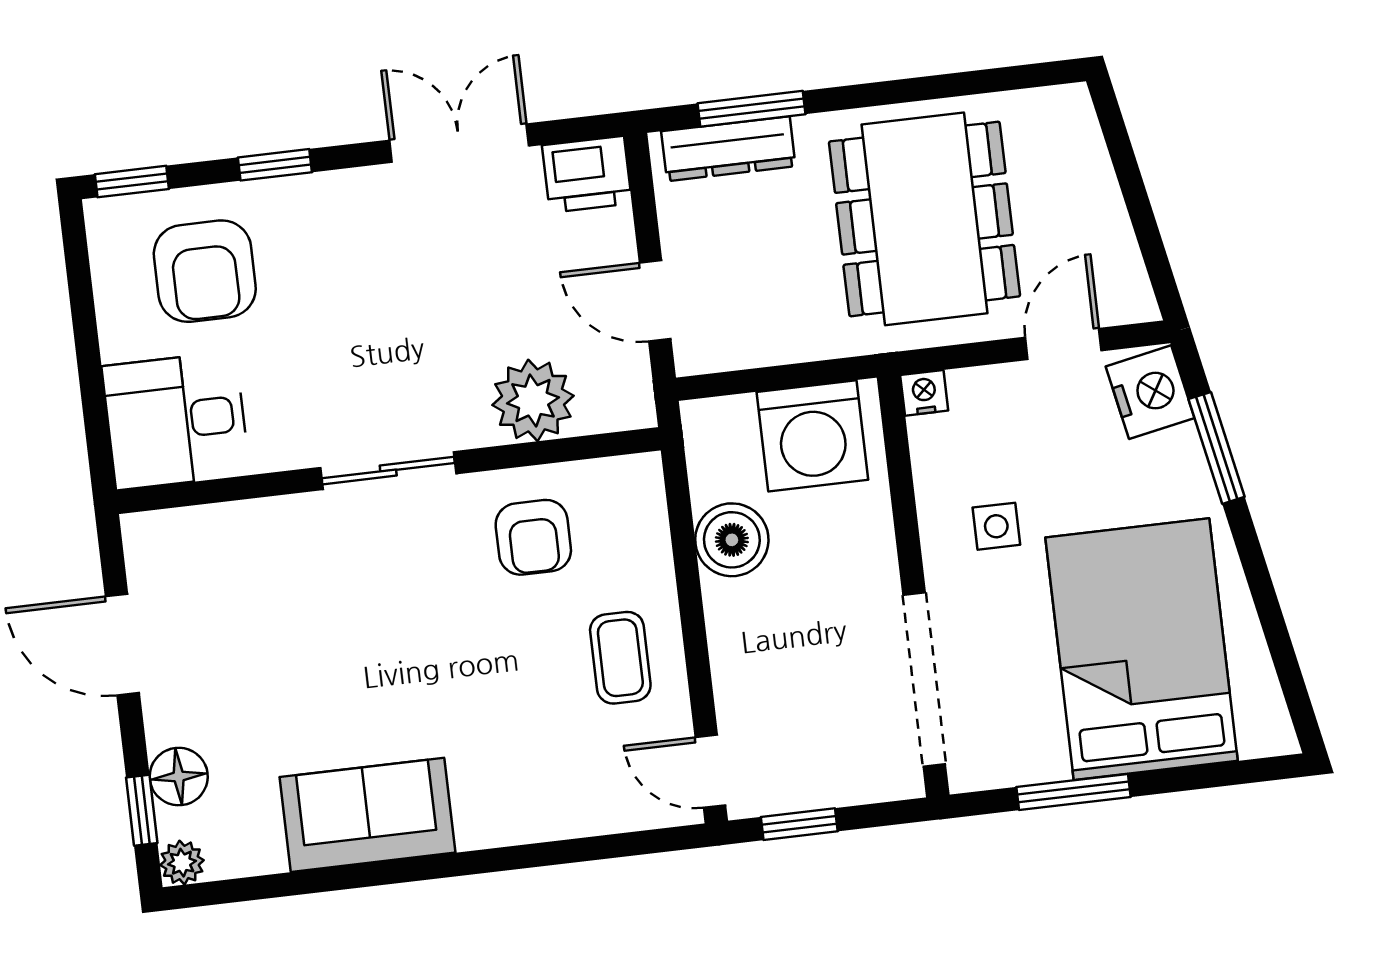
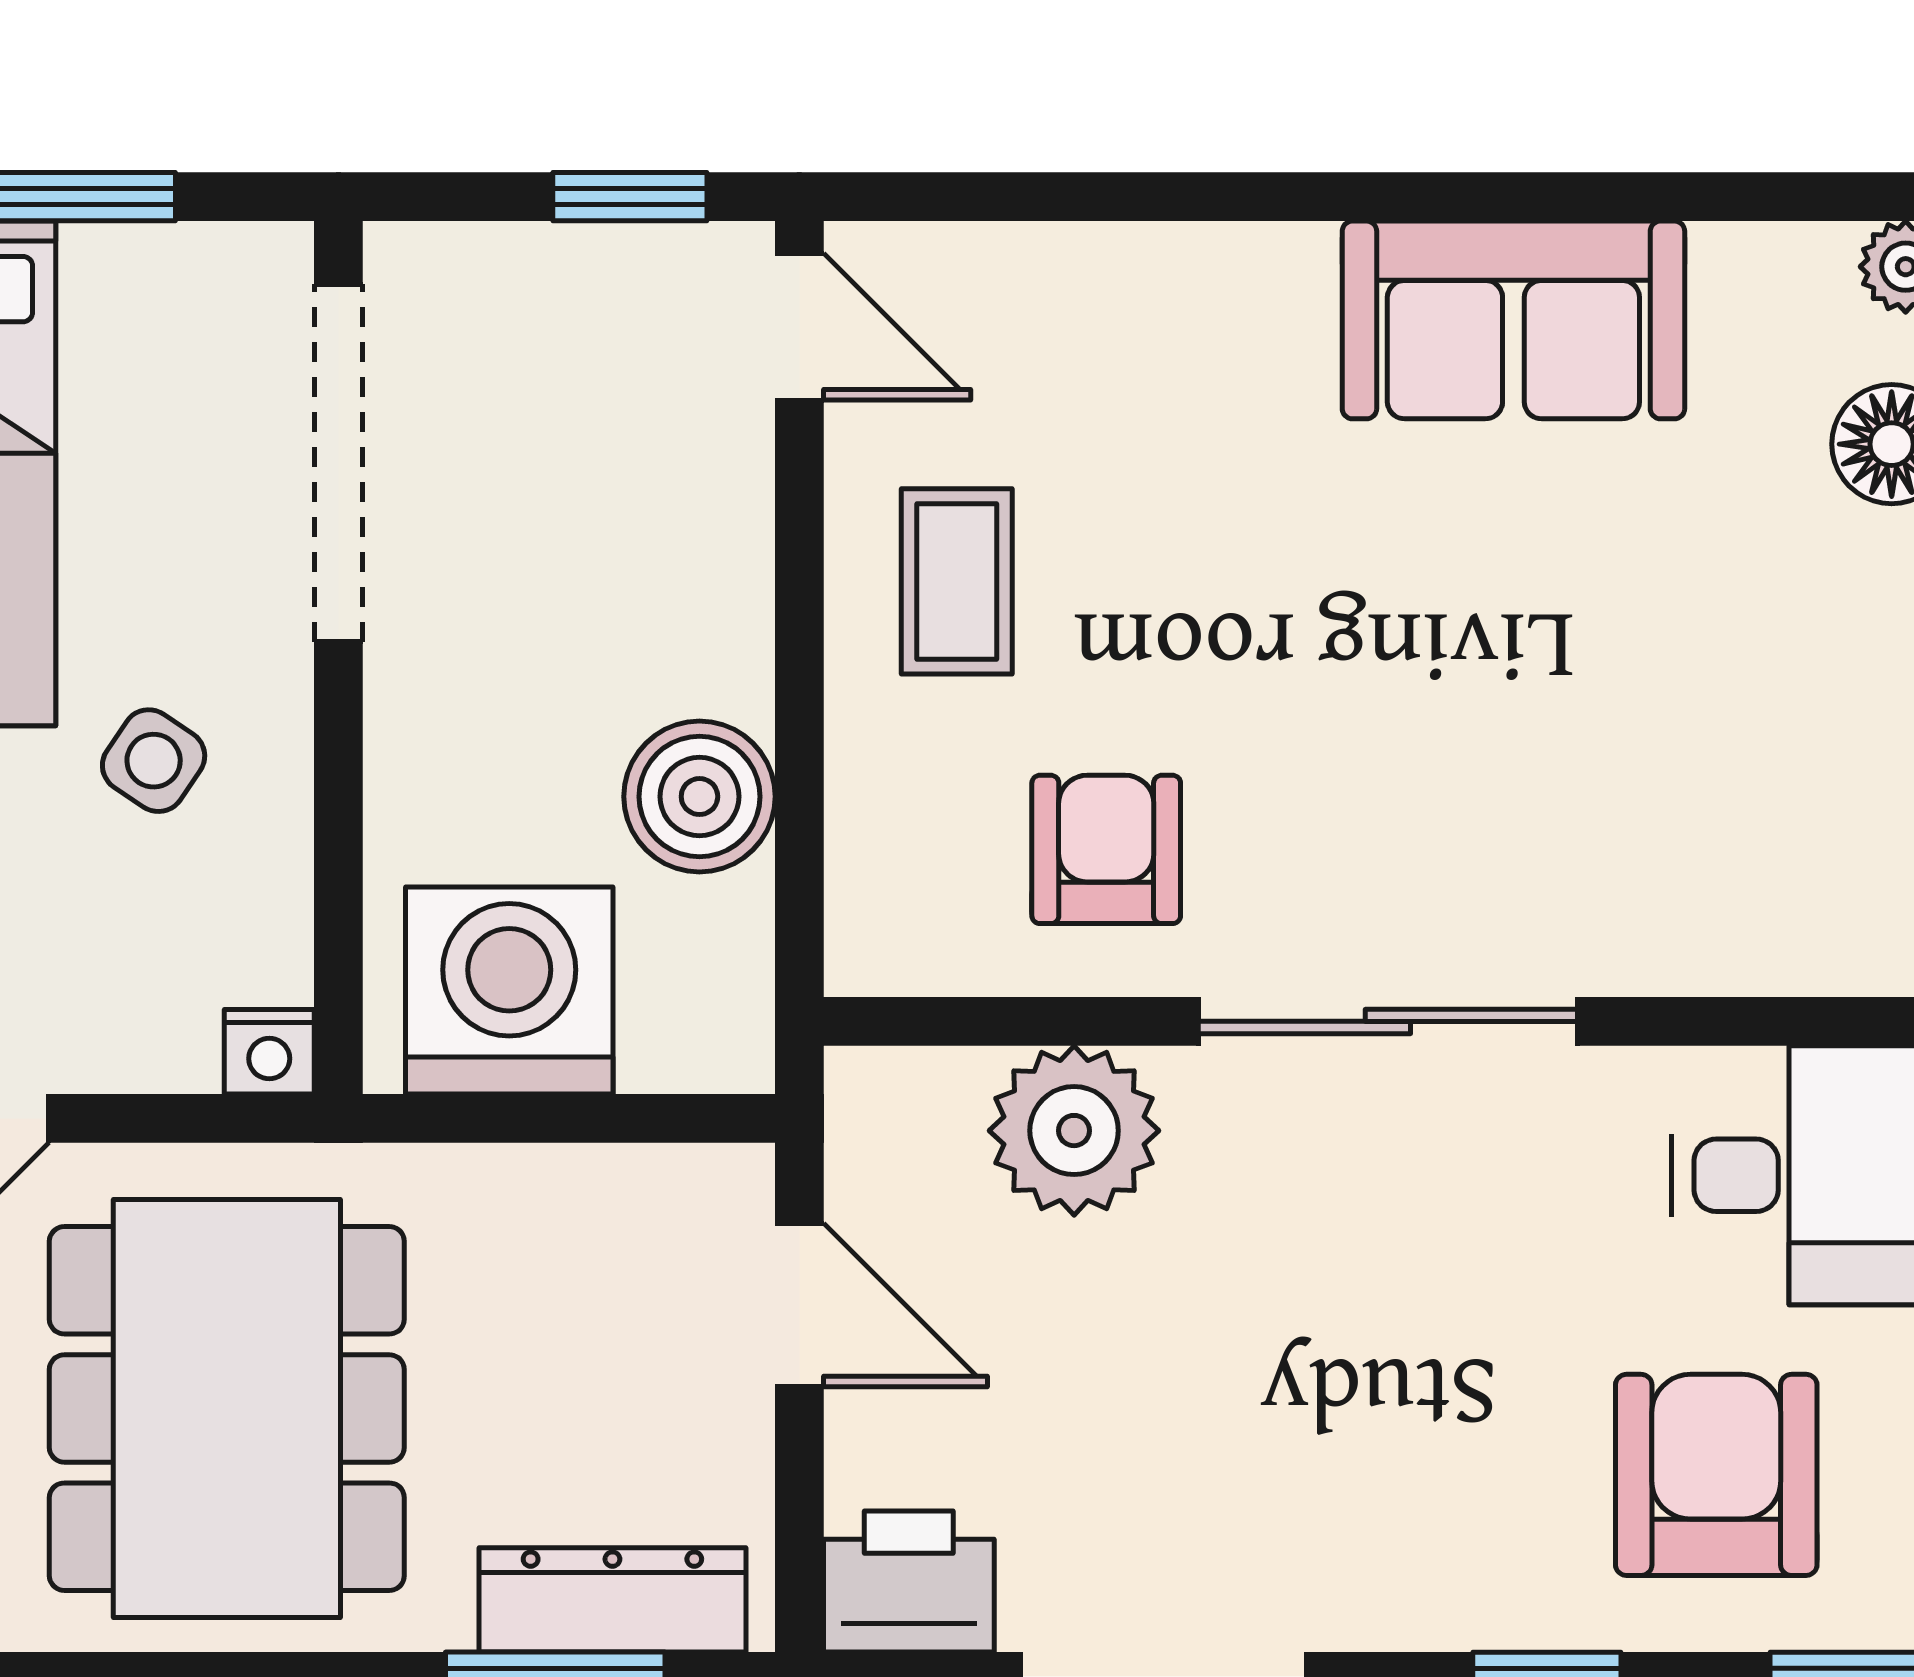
sliding door: (388, 471) -> (1388, 1021), width x1.37
side table: (996, 526) -> (154, 761), turned 34

